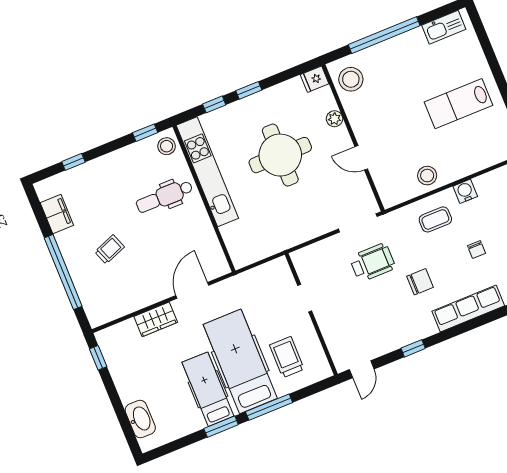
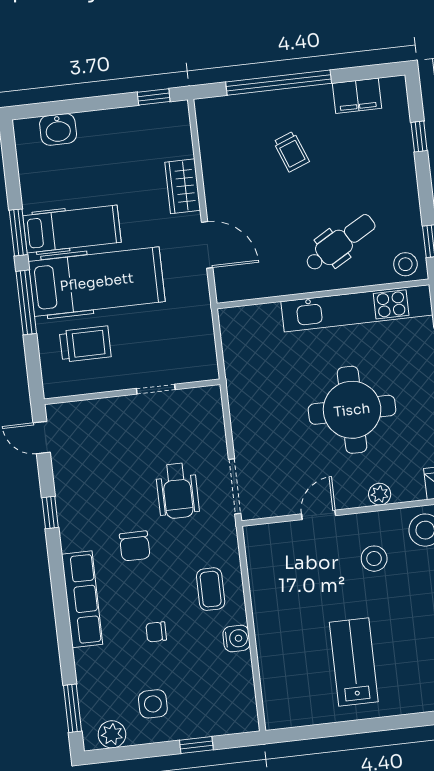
stool: (427, 176) -> (374, 559), moved
dental chair: (164, 197) -> (340, 243), turned 60
washbasin: (140, 419) -> (58, 129), width x0.72

